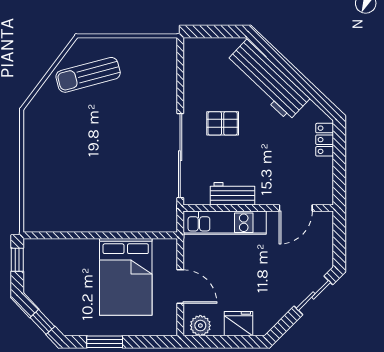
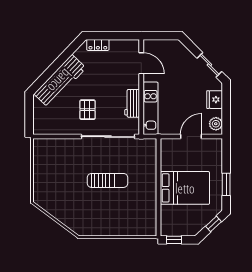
sun lounger: (88, 75) -> (108, 180), moved, turned -75
bed: (126, 277) -> (185, 188), moved
sliding door: (313, 295) -> (209, 65), moved

